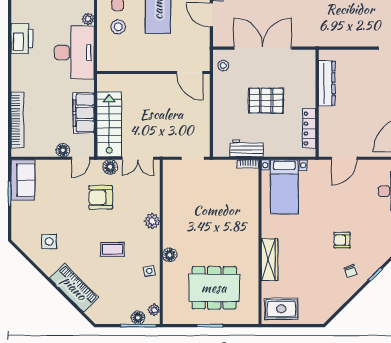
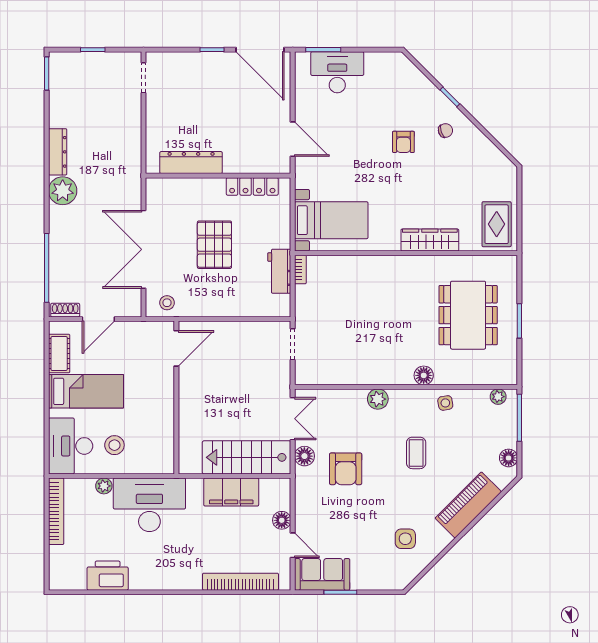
printer: (22, 39) -> (108, 576), moved
door: (81, 158) -> (293, 545), moved
floor lamp: (138, 318) -> (509, 458), moved

